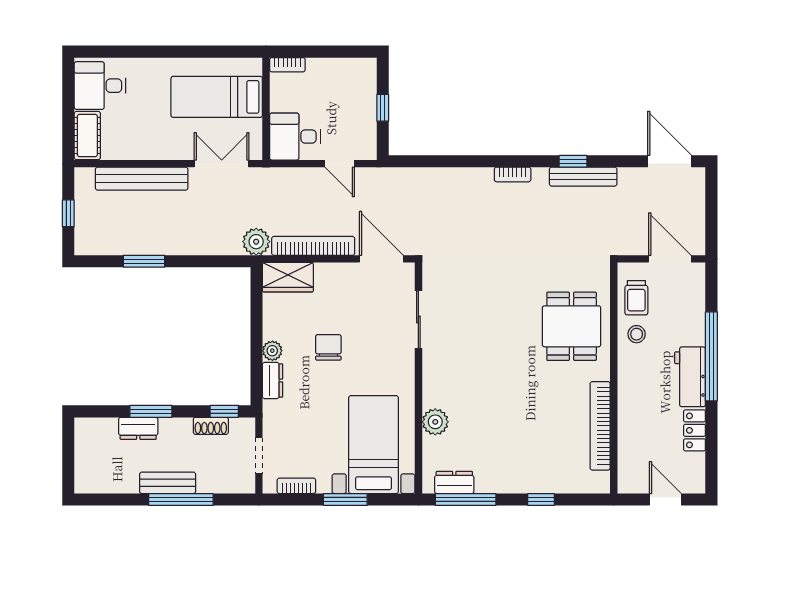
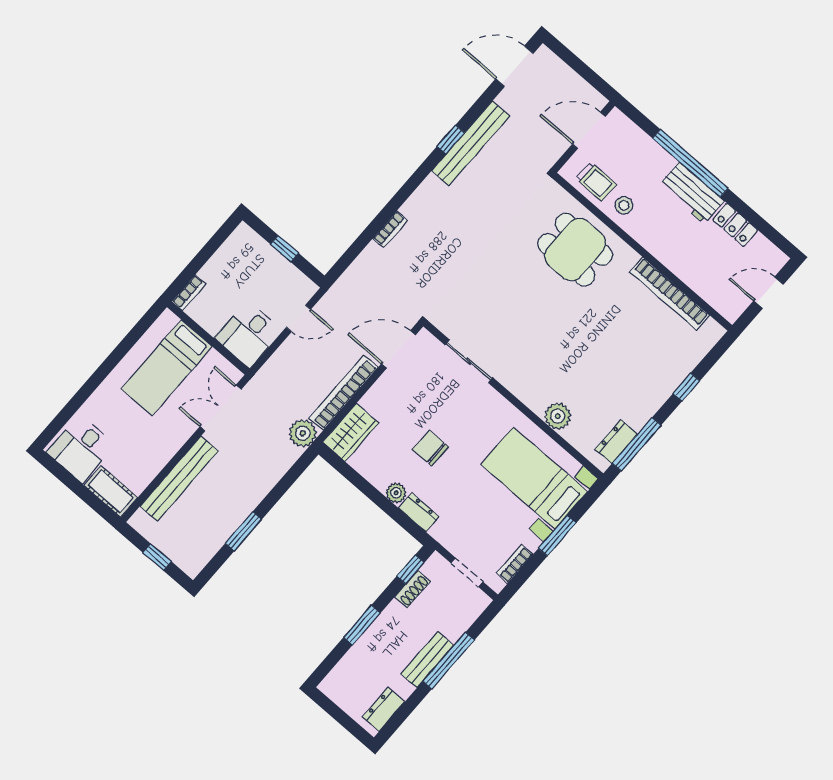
bookcase: (513, 174) -> (390, 229), moved
bench: (583, 177) -> (471, 143), width x1.37, depth x1.21
dresser: (138, 428) -> (384, 709), moved, turned 180

